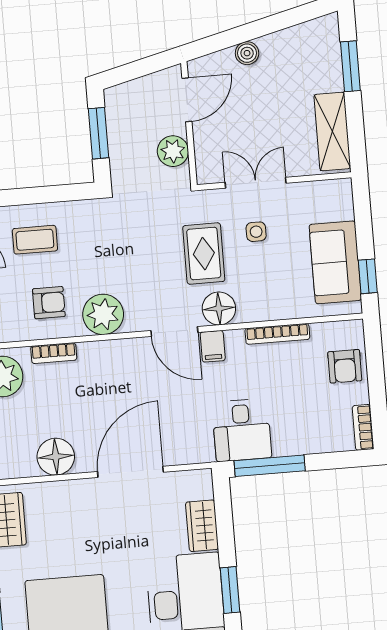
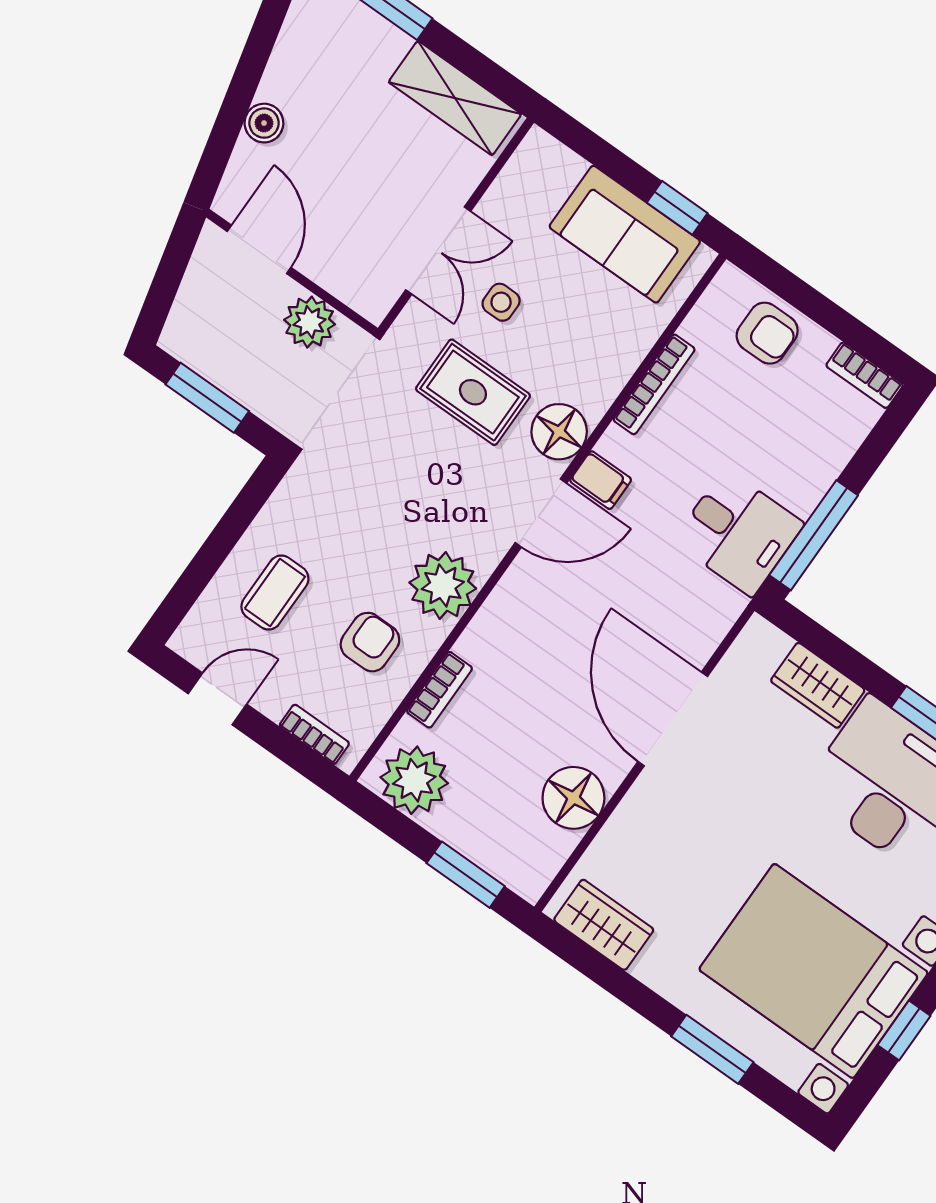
double door: (256, 183) -> (438, 251), swing flipped

